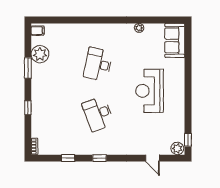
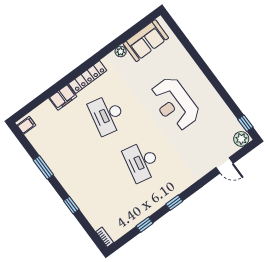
locker: (104, 29) -> (88, 77), added
filing cabinet: (77, 30) -> (63, 97), added
sofa: (175, 40) -> (146, 41), moved, turned -90
plant: (40, 54) -> (45, 146), removed
desk: (98, 114) -> (142, 162), turned 33

